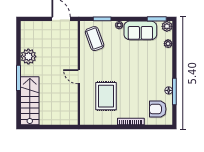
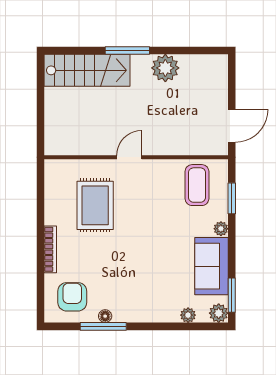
coffee table: (95, 39) -> (197, 185), turned -70
rug: (106, 96) -> (95, 205), turned 90

